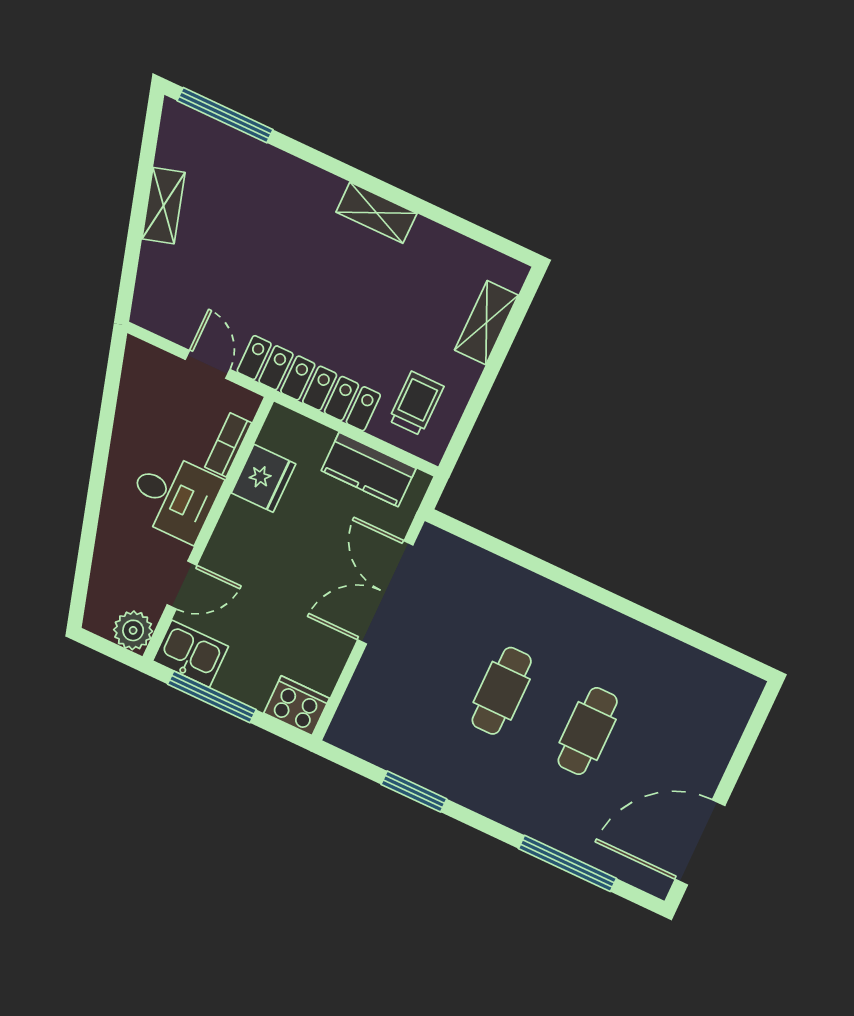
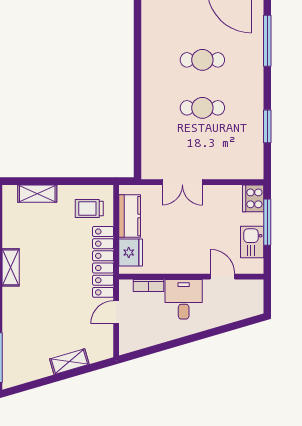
shelving: (164, 206) -> (69, 362), moved
fridge: (263, 478) -> (131, 253), moved, turned 90
double door: (385, 592) -> (182, 182), width x0.73
plant: (133, 630) -> (254, 289), removed
kitchen sink: (190, 654) -> (252, 242), moved
window: (212, 697) -> (267, 222), moved

